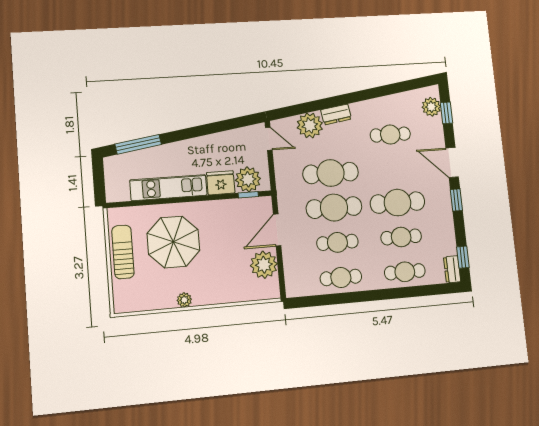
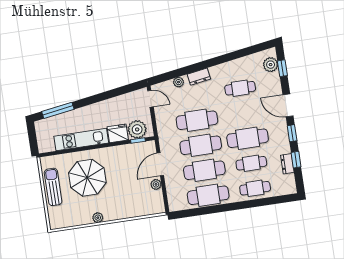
plant: (310, 125) -> (178, 82), width x0.53, depth x0.53
cafe table: (337, 242) -> (204, 170), width x1.37, depth x1.35
window: (463, 257) -> (296, 160), moved
plant: (264, 265) -> (156, 184), width x0.53, depth x0.53
dresser: (452, 269) -> (287, 164), moved
cafe table: (341, 278) -> (208, 195), width x1.37, depth x1.35

